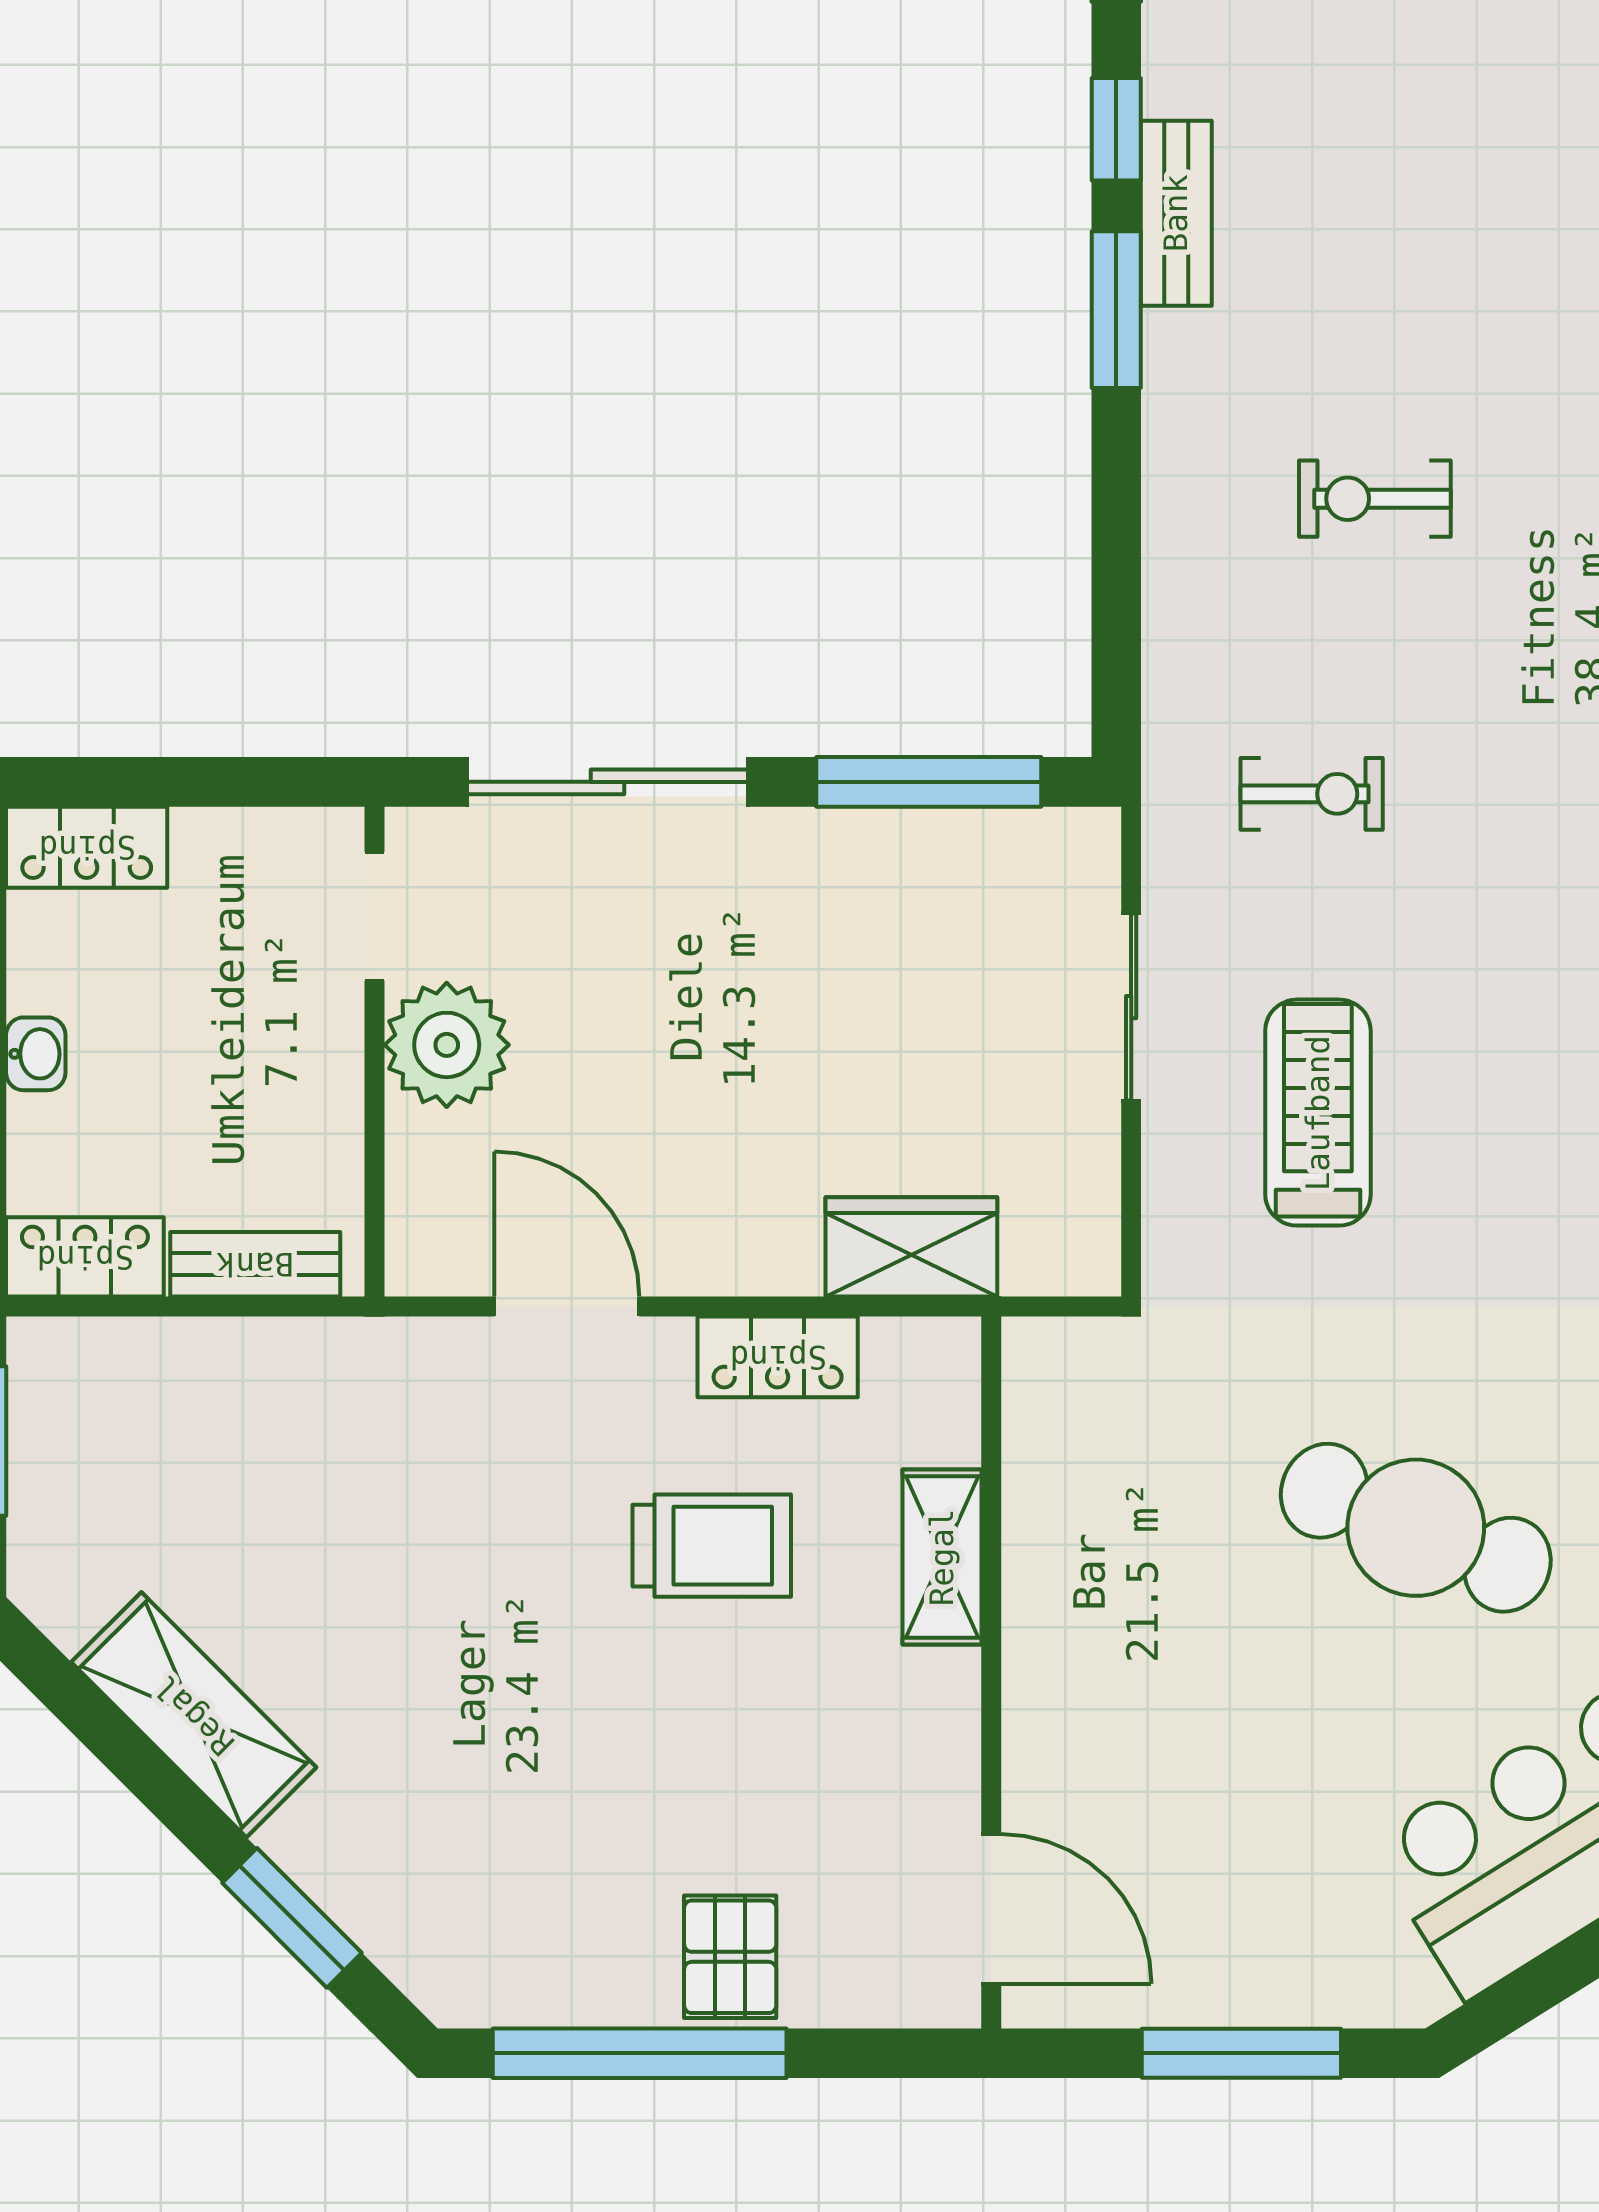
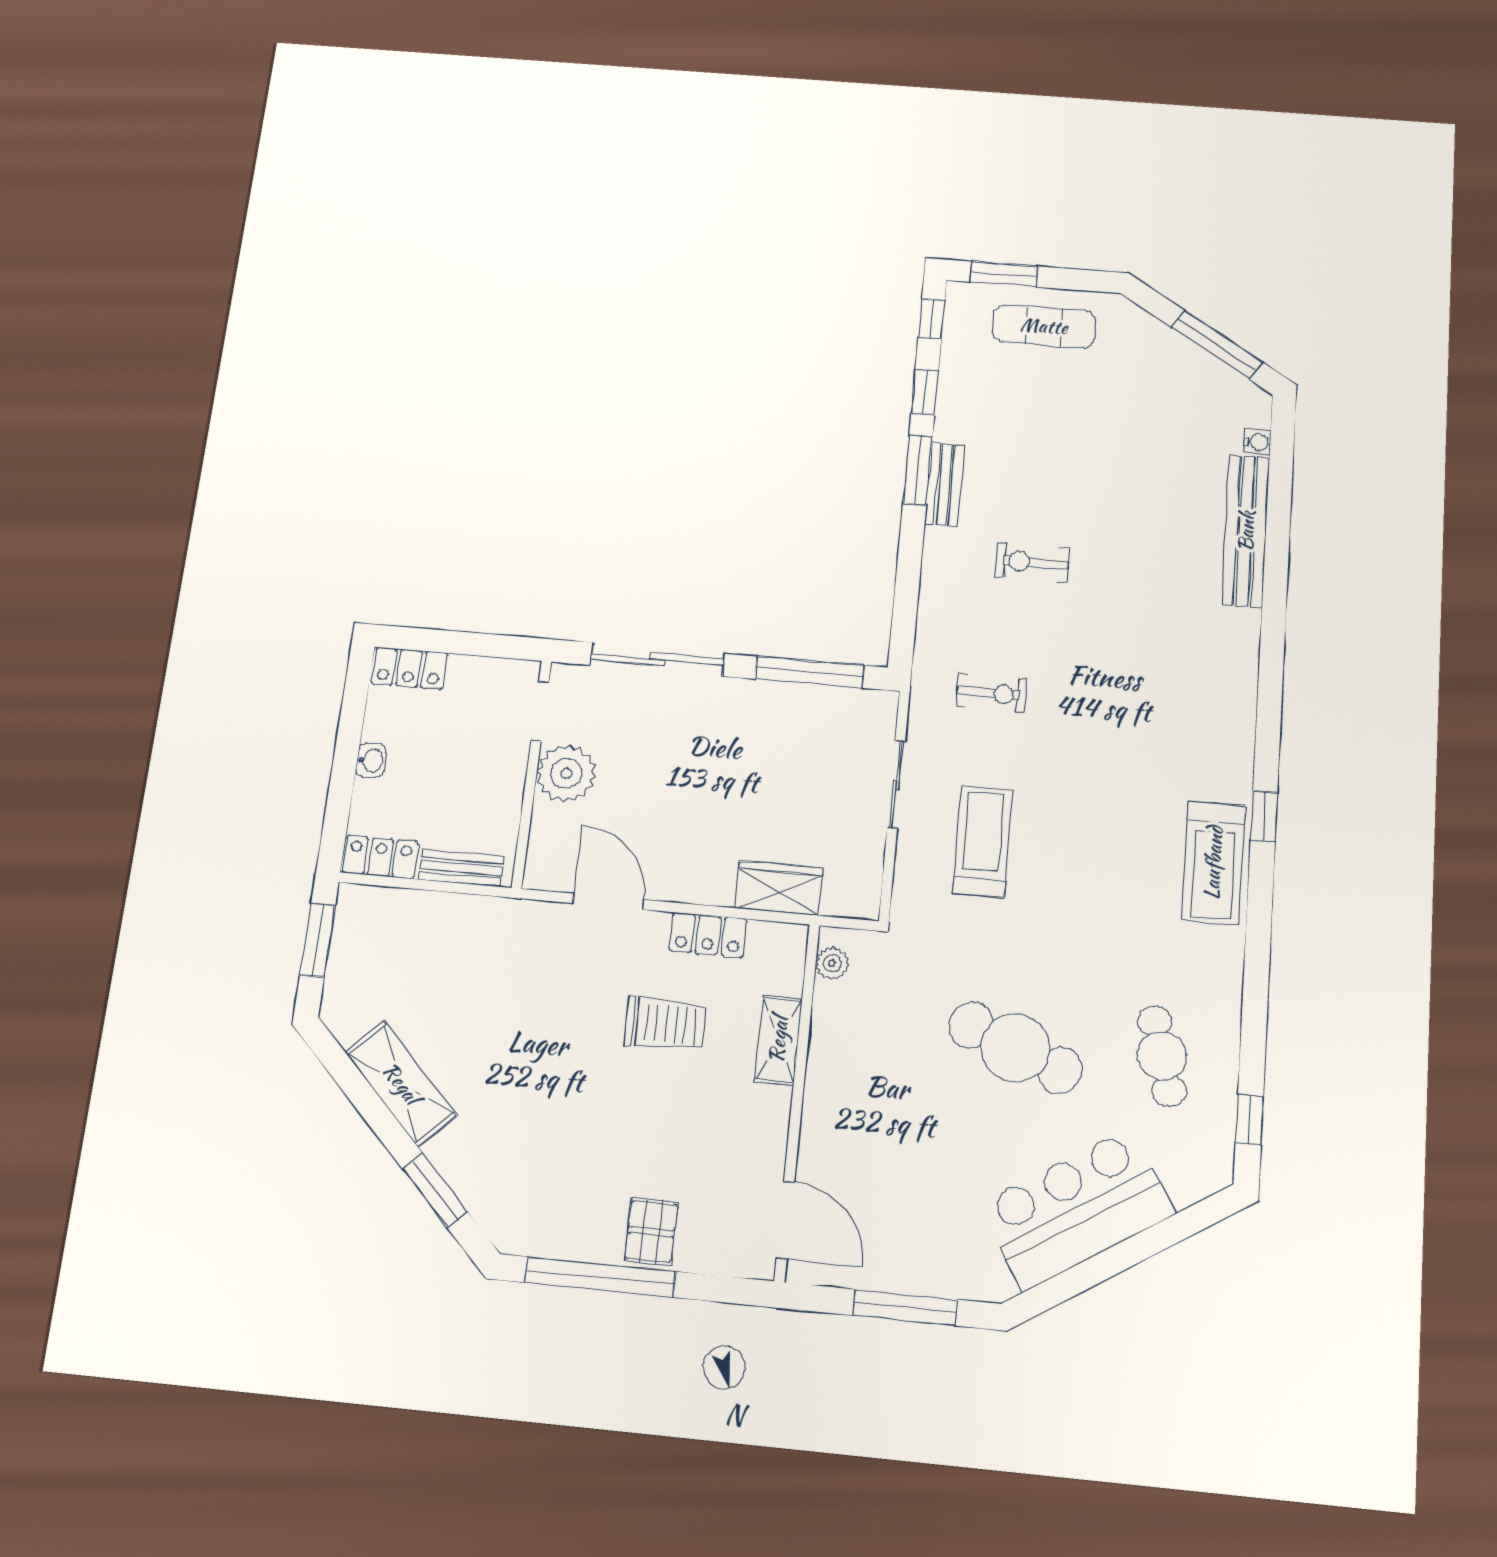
bench: (1176, 213) -> (945, 484), moved
plant: (1035, 1392) -> (832, 963), added

